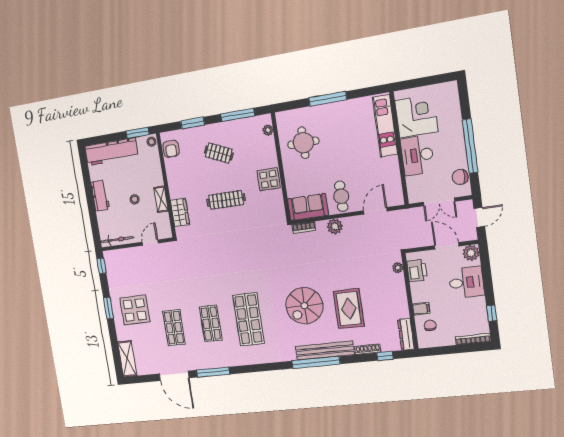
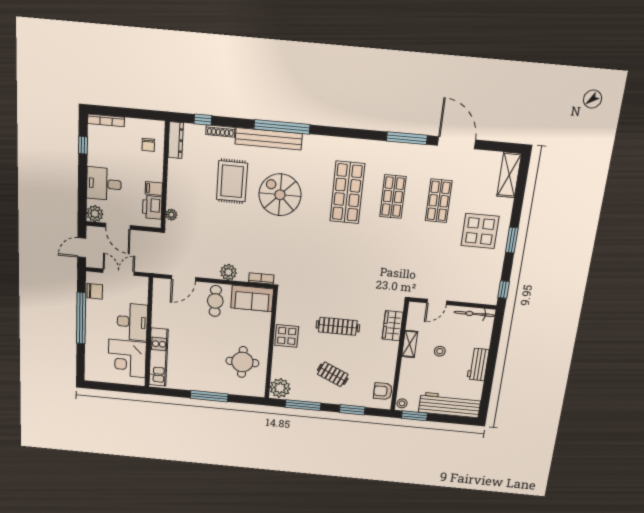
plant: (268, 130) -> (280, 388), width x1.88, depth x1.88
armchair: (171, 149) -> (383, 391), turned -90
spiral stairs: (304, 306) -> (280, 195), turned -90
filing cabinet: (421, 309) -> (154, 188), moved

